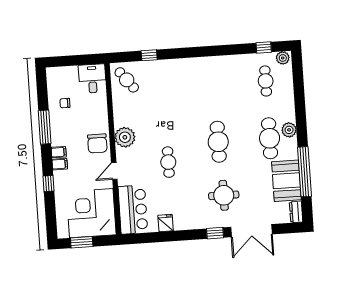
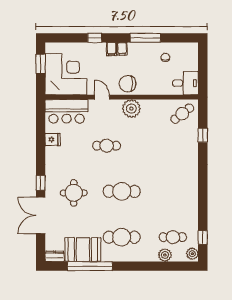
plant: (289, 130) -> (165, 255), moved

